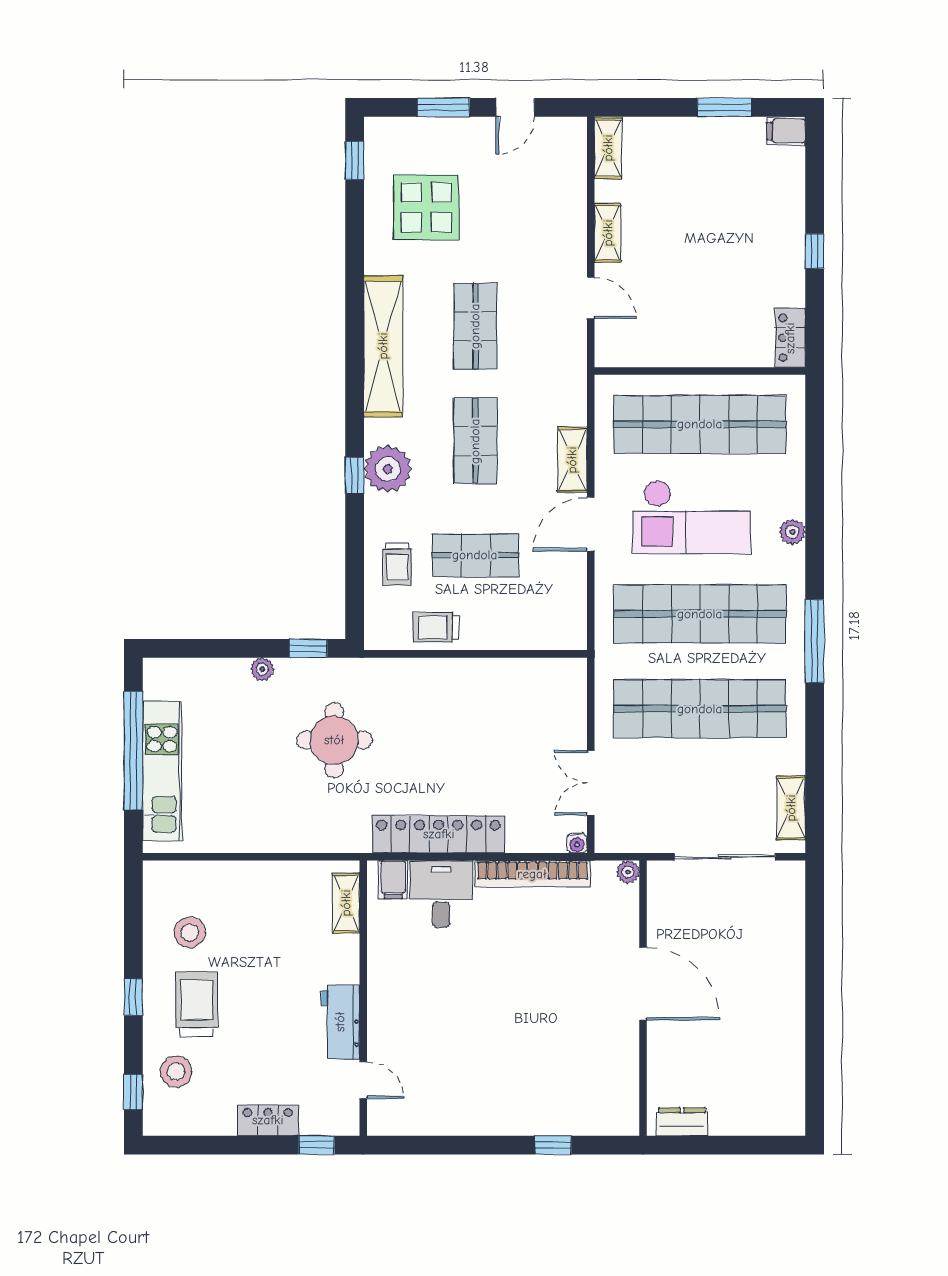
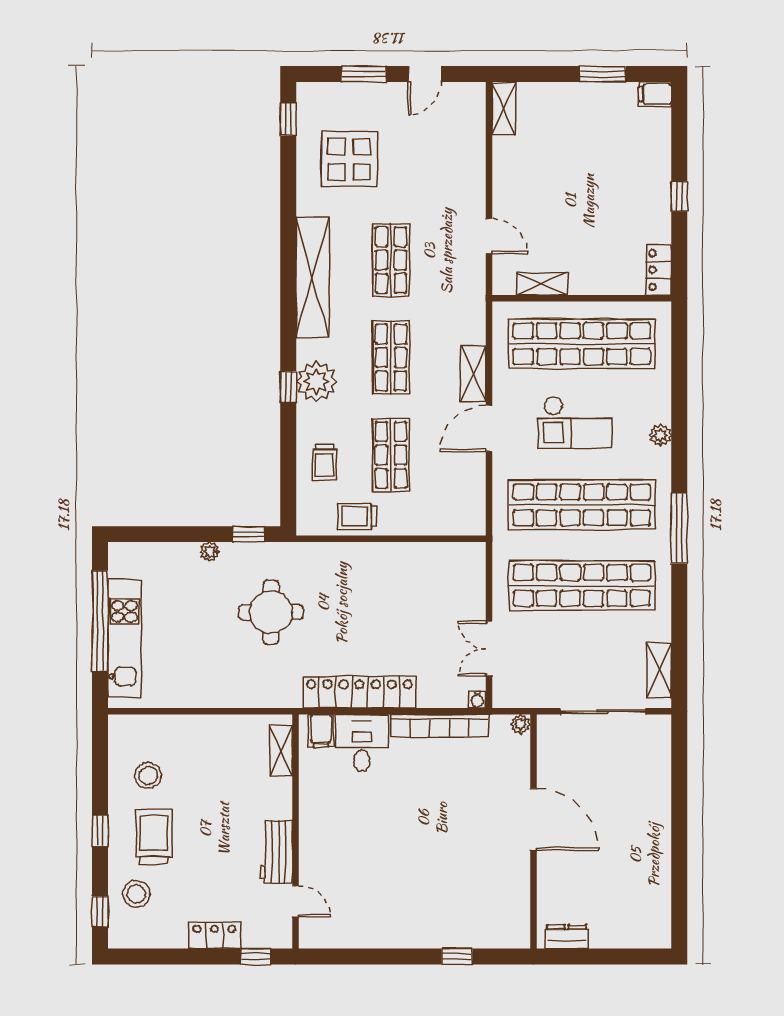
shelving: (608, 233) -> (542, 284), moved, turned 90
checkout: (692, 517) -> (575, 422), width x0.73, depth x0.83
shop shelf: (475, 555) -> (391, 455), turned 90

